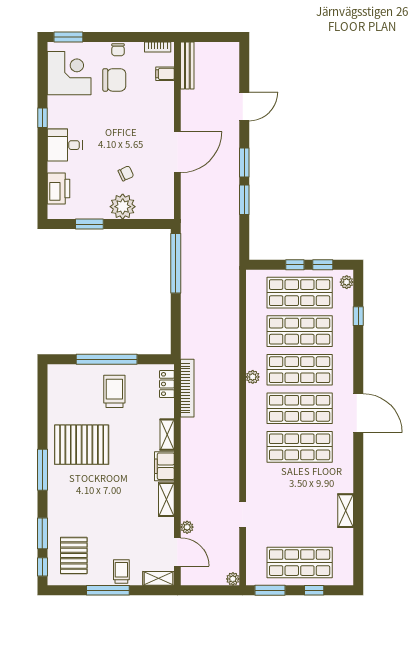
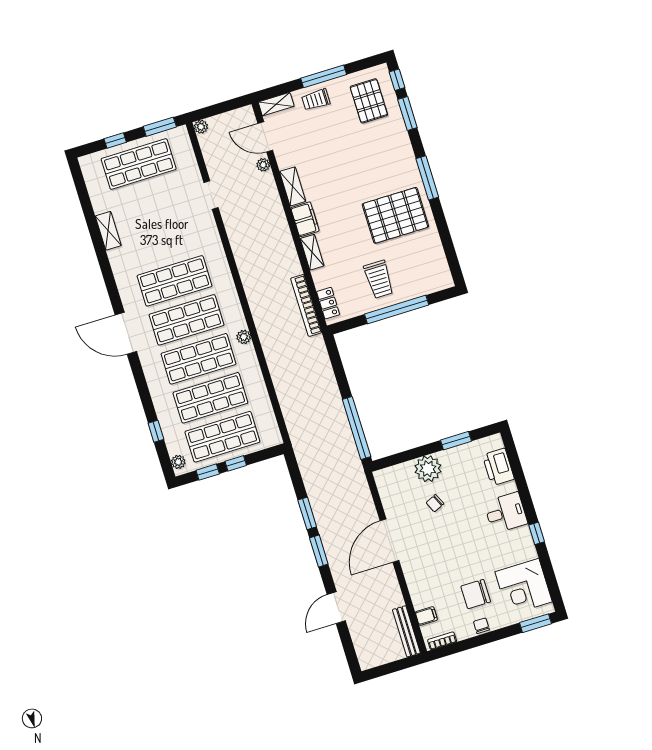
trolley: (121, 571) -> (316, 100), turned 90

